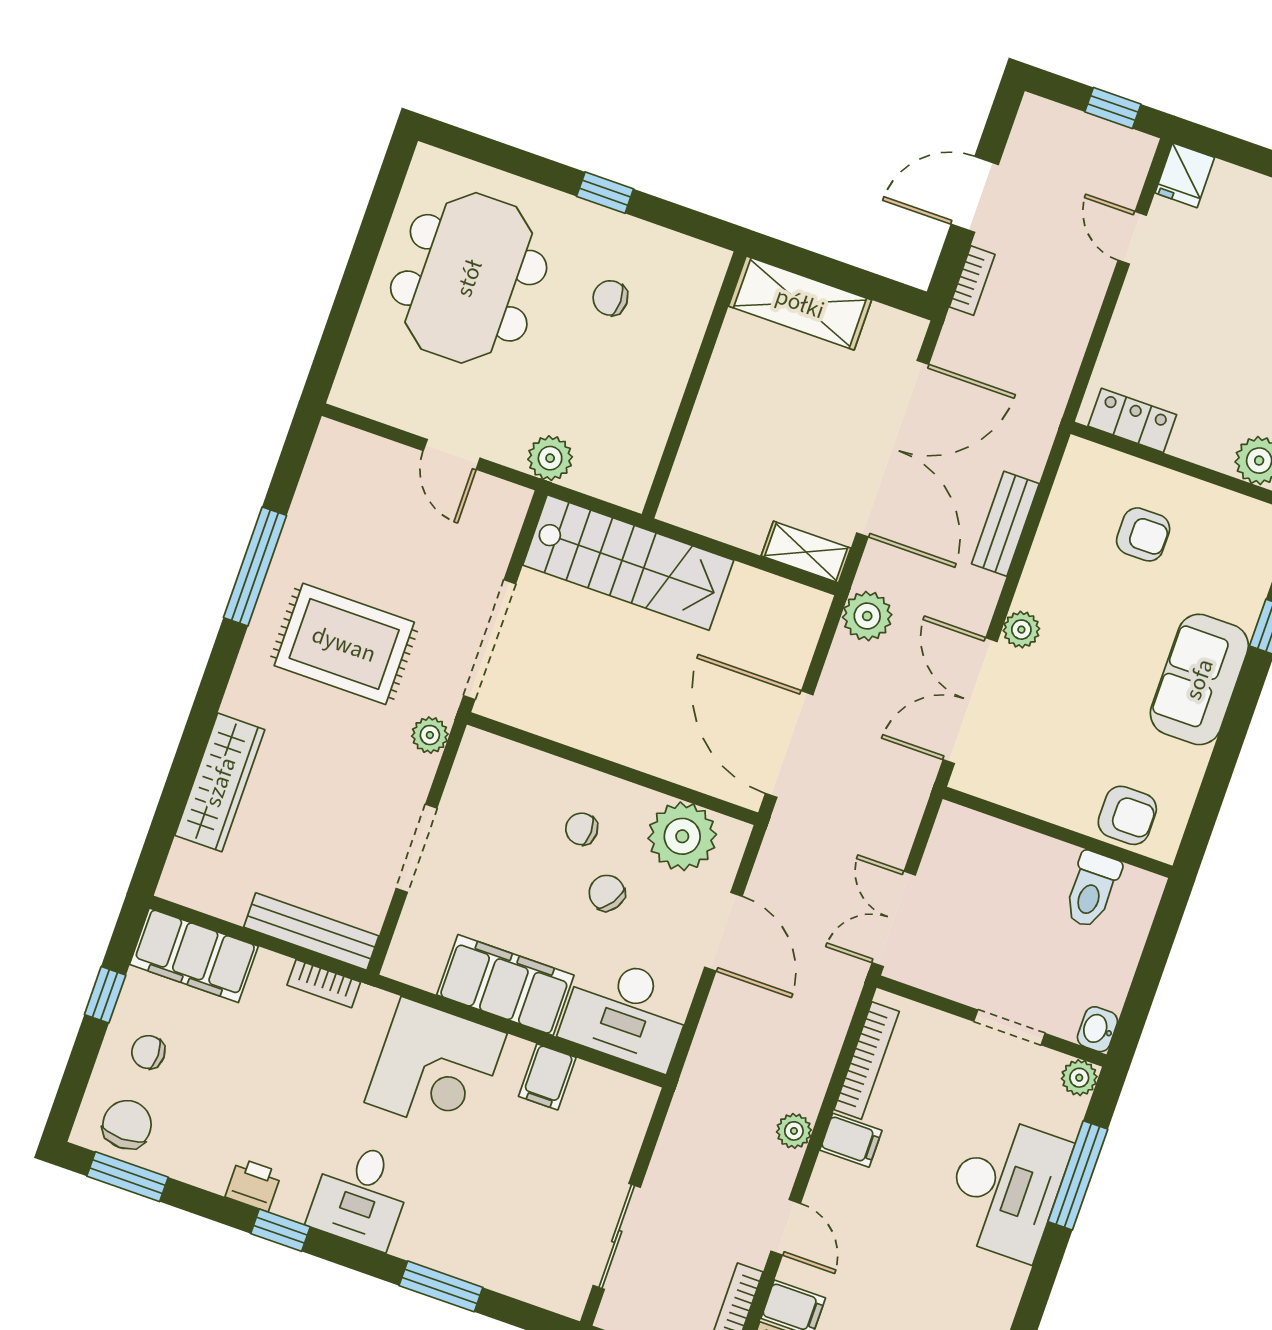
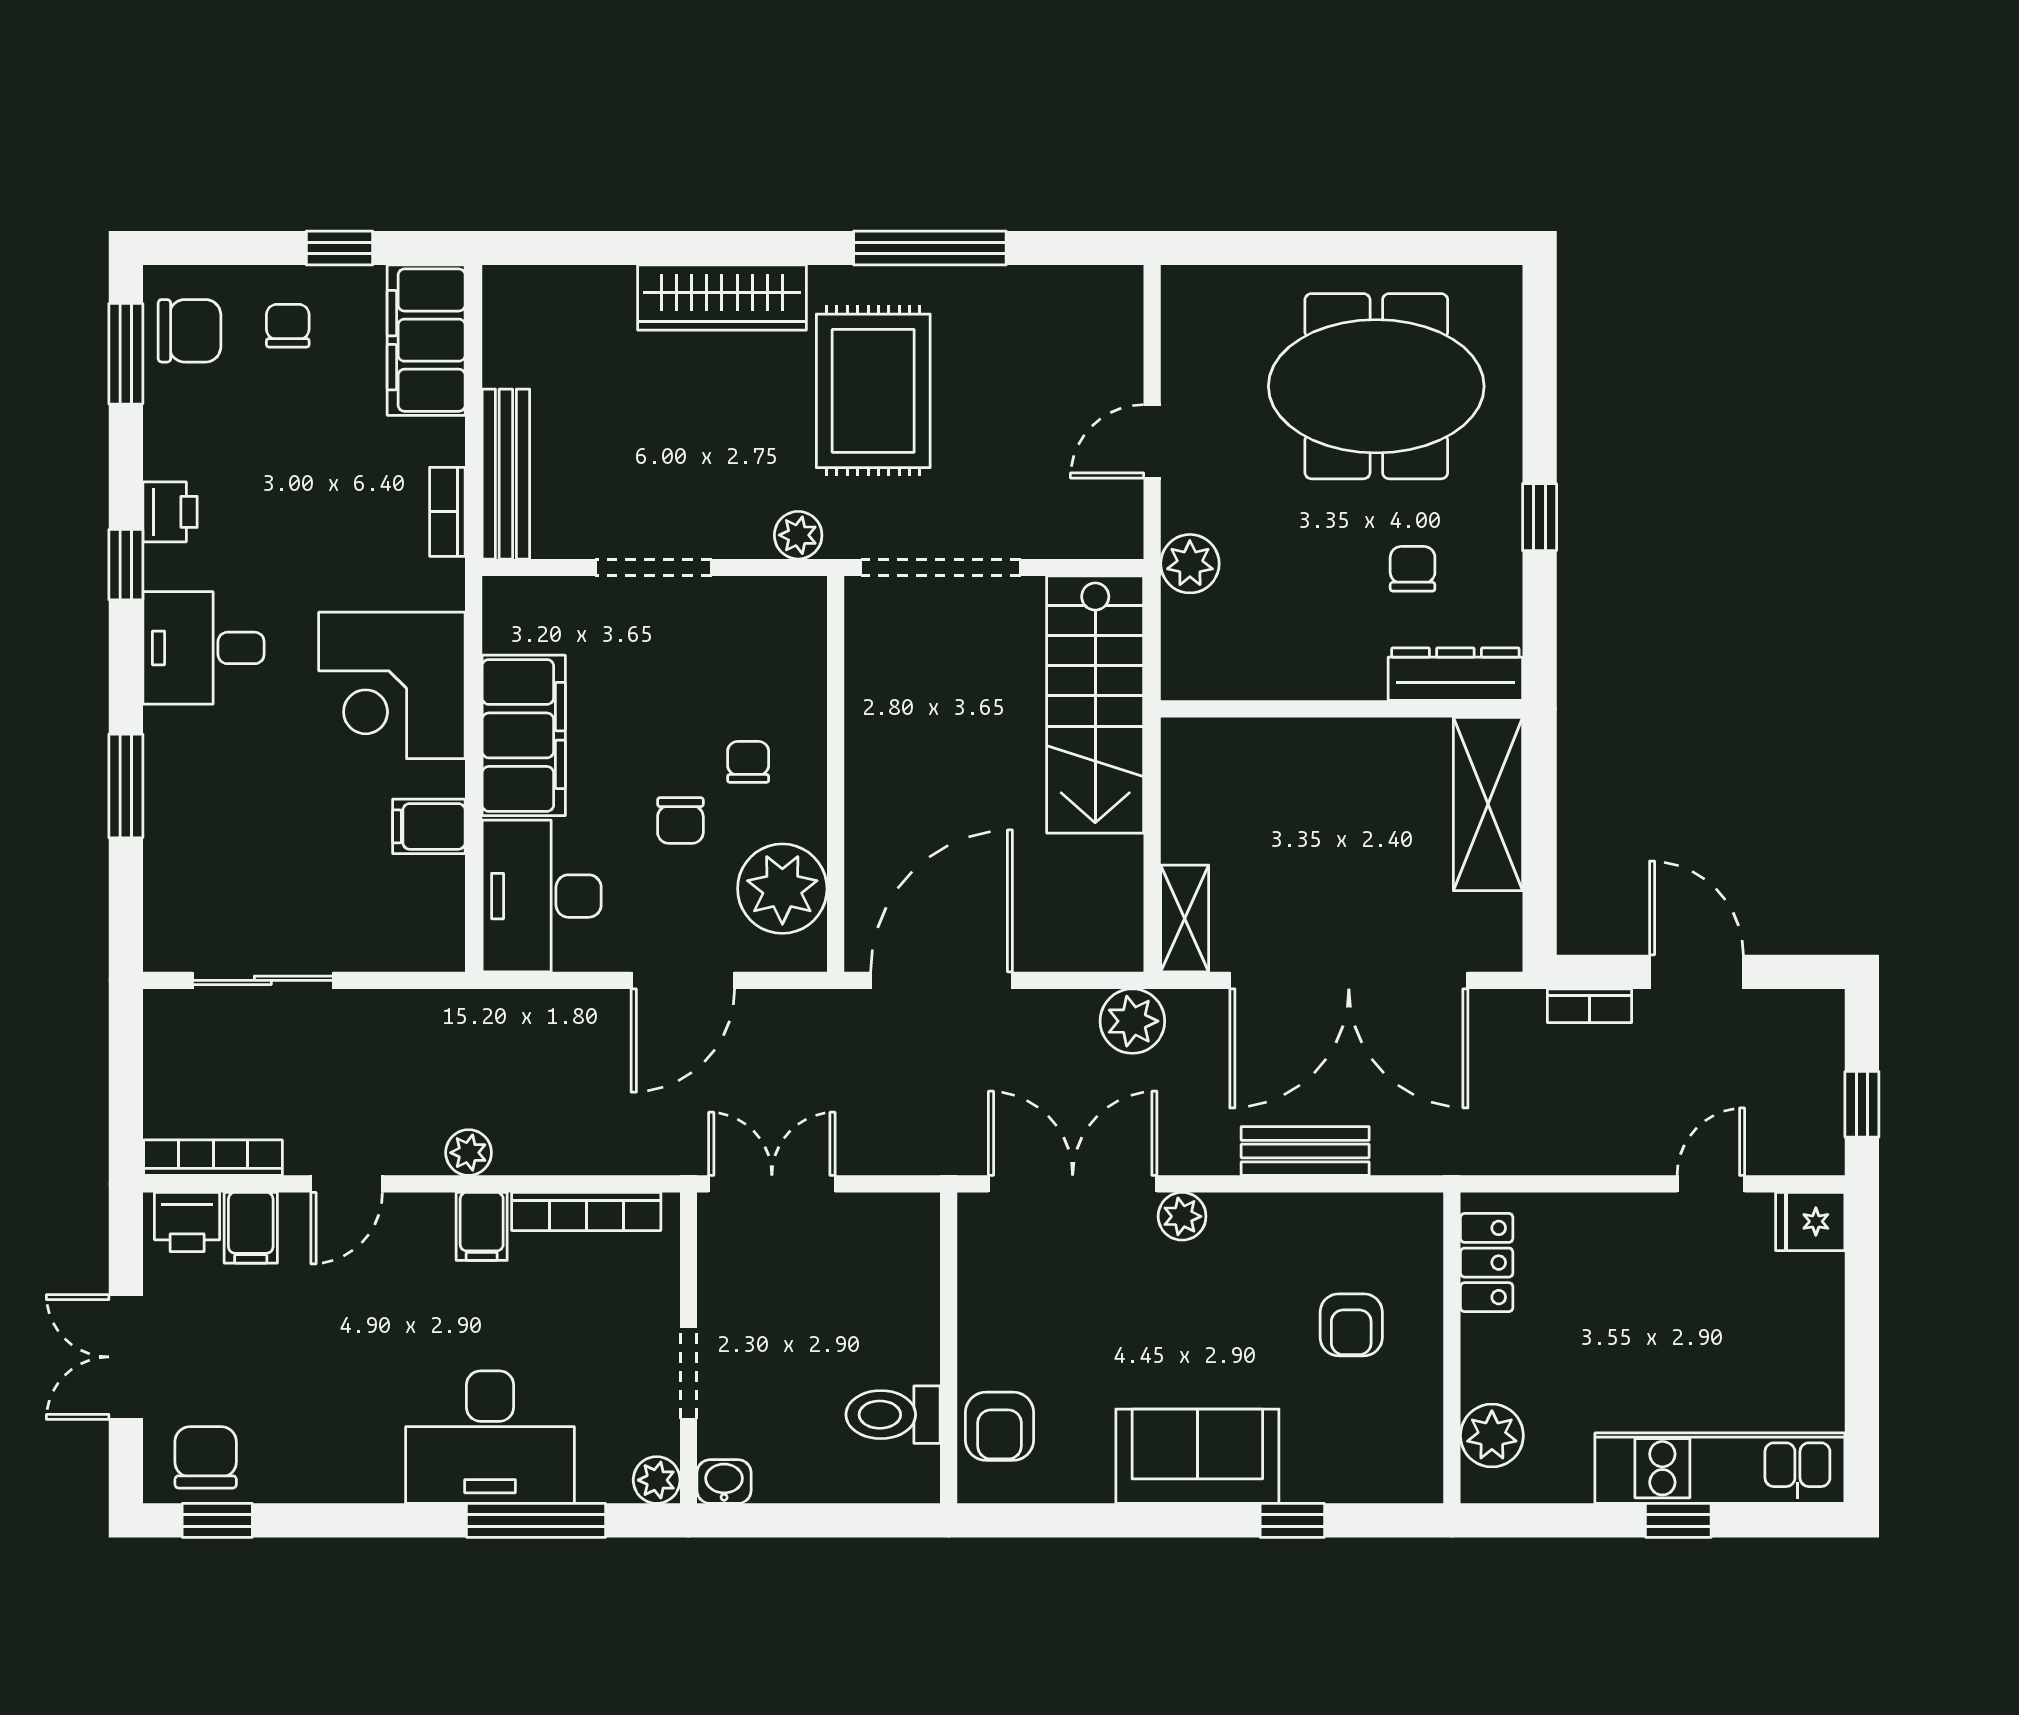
dresser: (698, 294) -> (1455, 674), added
wardrobe: (220, 782) -> (722, 298), moved
chair: (607, 893) -> (680, 820), turned 146

